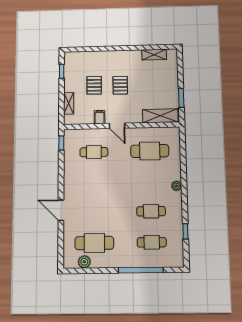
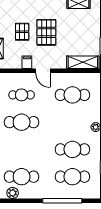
pallet: (120, 85) -> (46, 32), width x1.50, depth x1.42
cafe table: (94, 182) -> (22, 122), added
cafe table: (151, 211) -> (72, 149), width x1.37, depth x1.35
cafe table: (152, 242) -> (72, 177), width x1.37, depth x1.35

